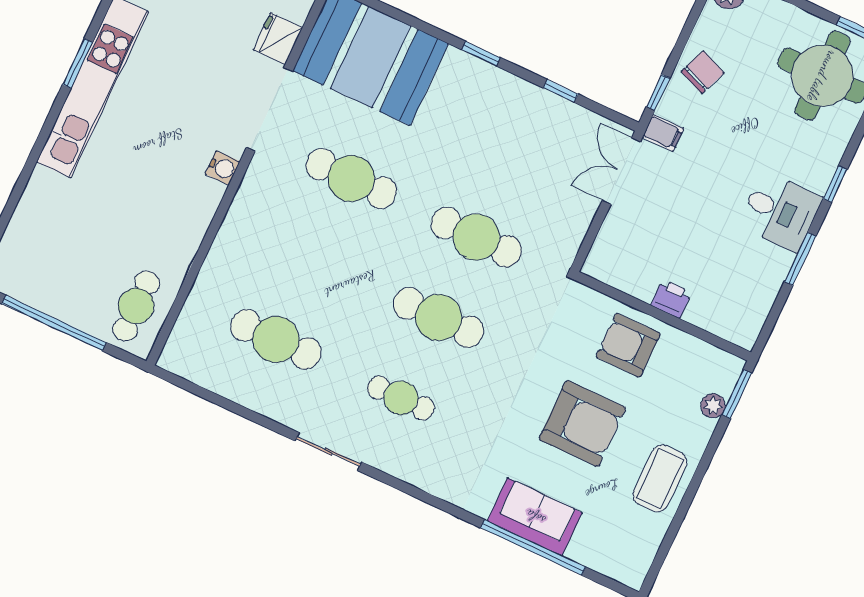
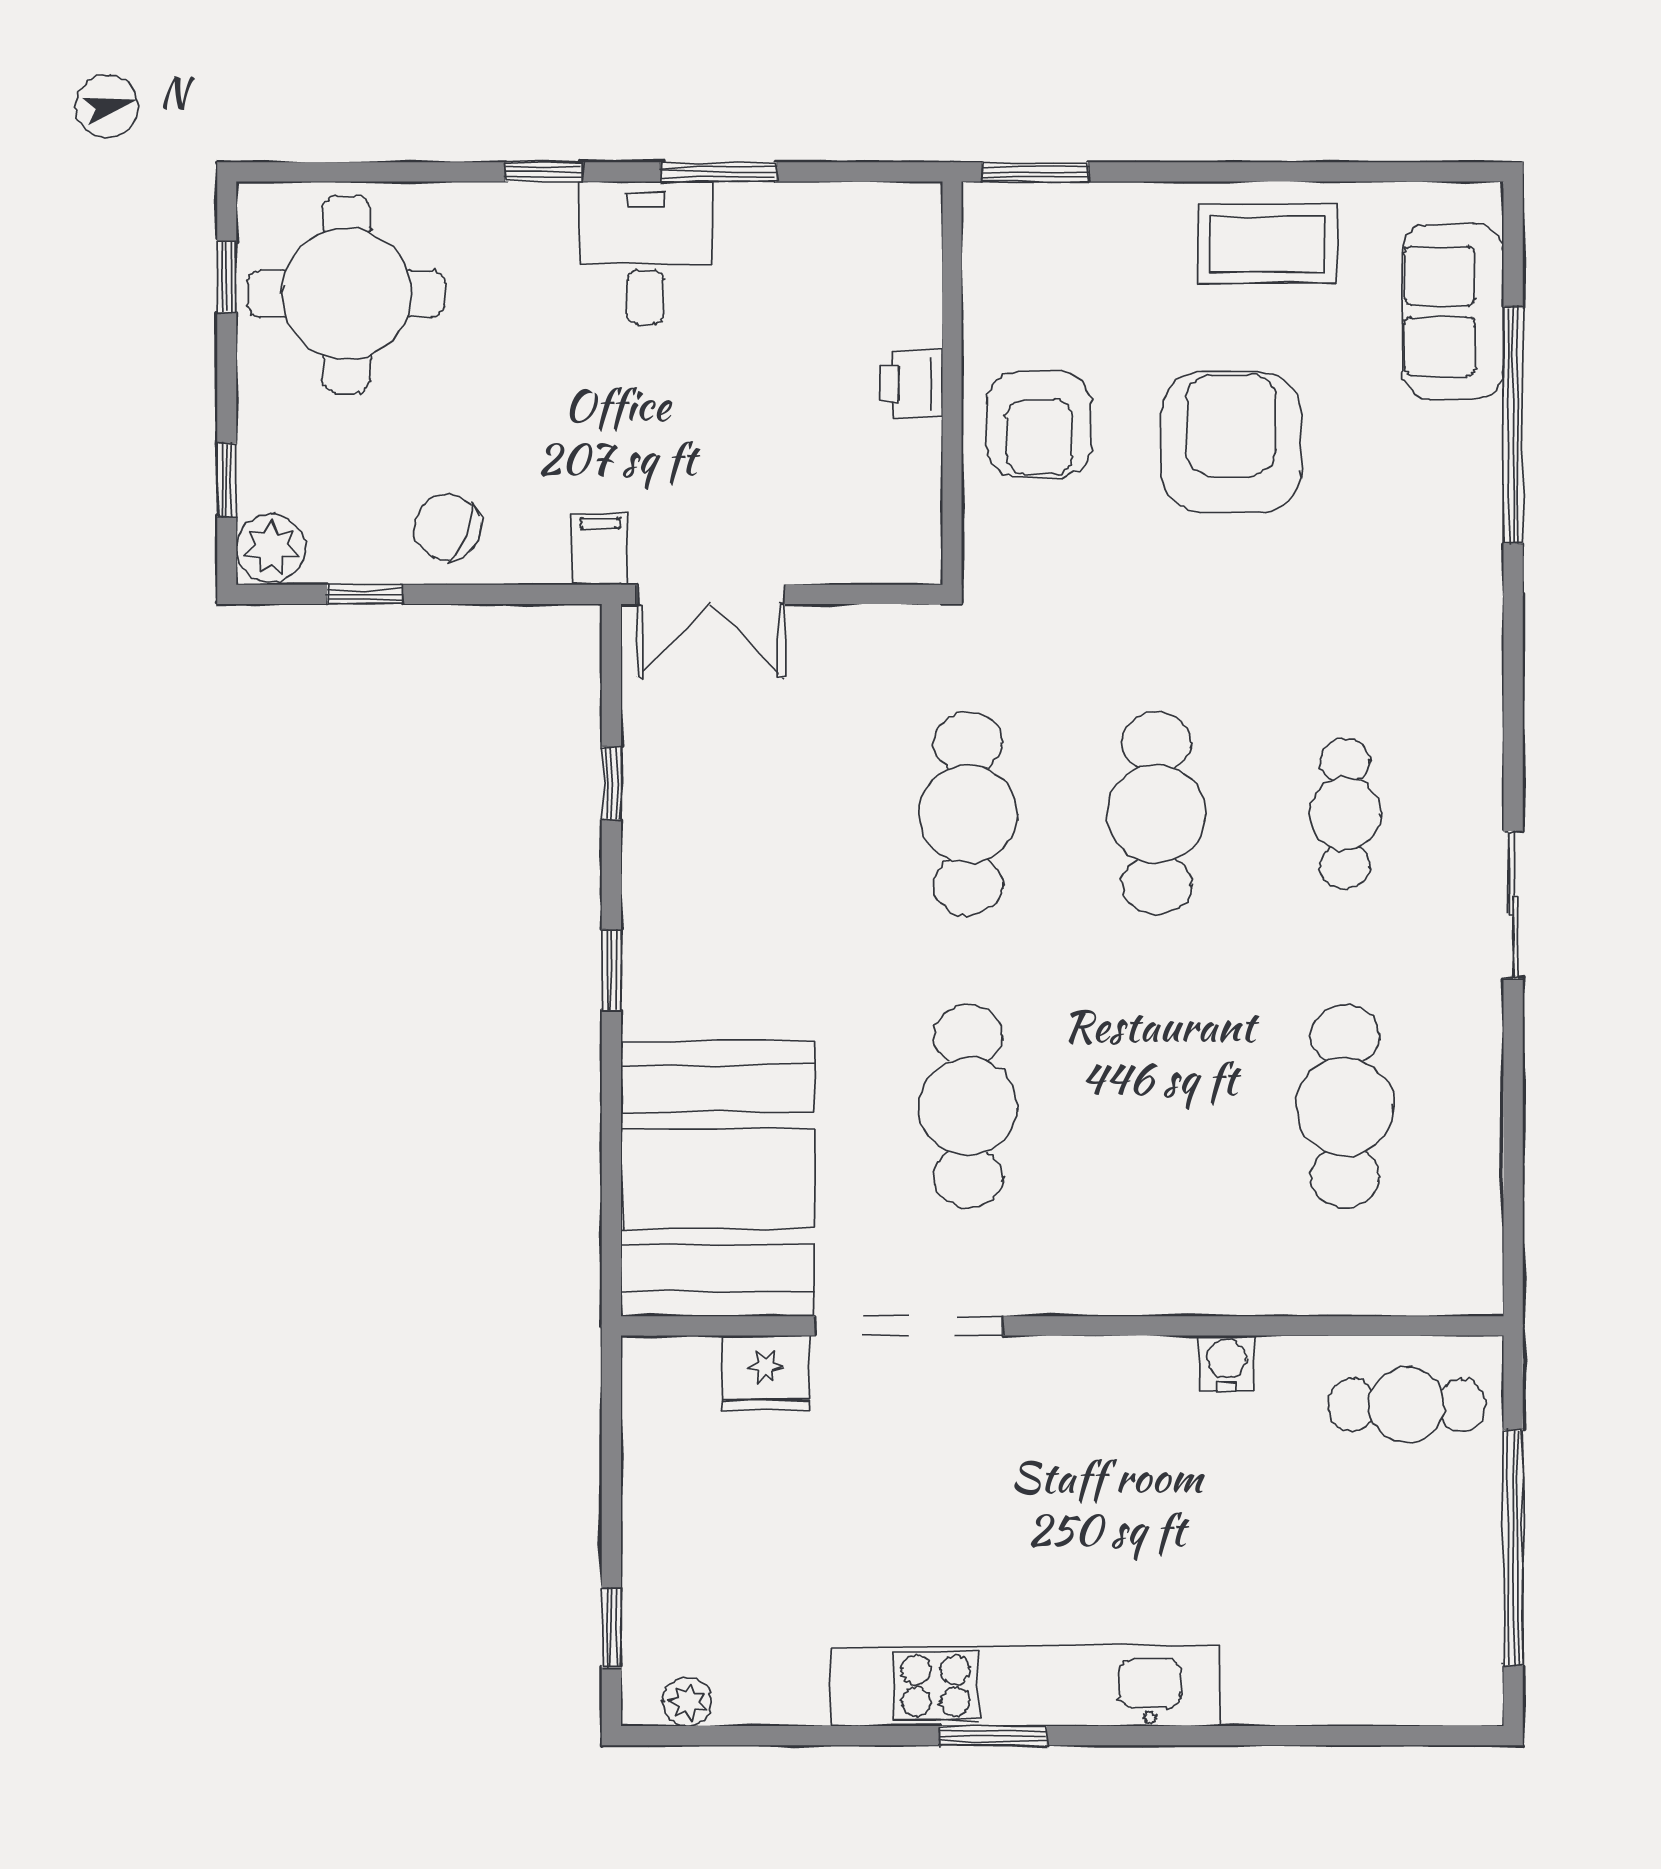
window: (658, 92) -> (365, 594), moved
water cooler: (223, 168) -> (1227, 1363), moved
plant: (713, 406) -> (1079, 207), removed
sofa: (535, 517) -> (1453, 311), moved

